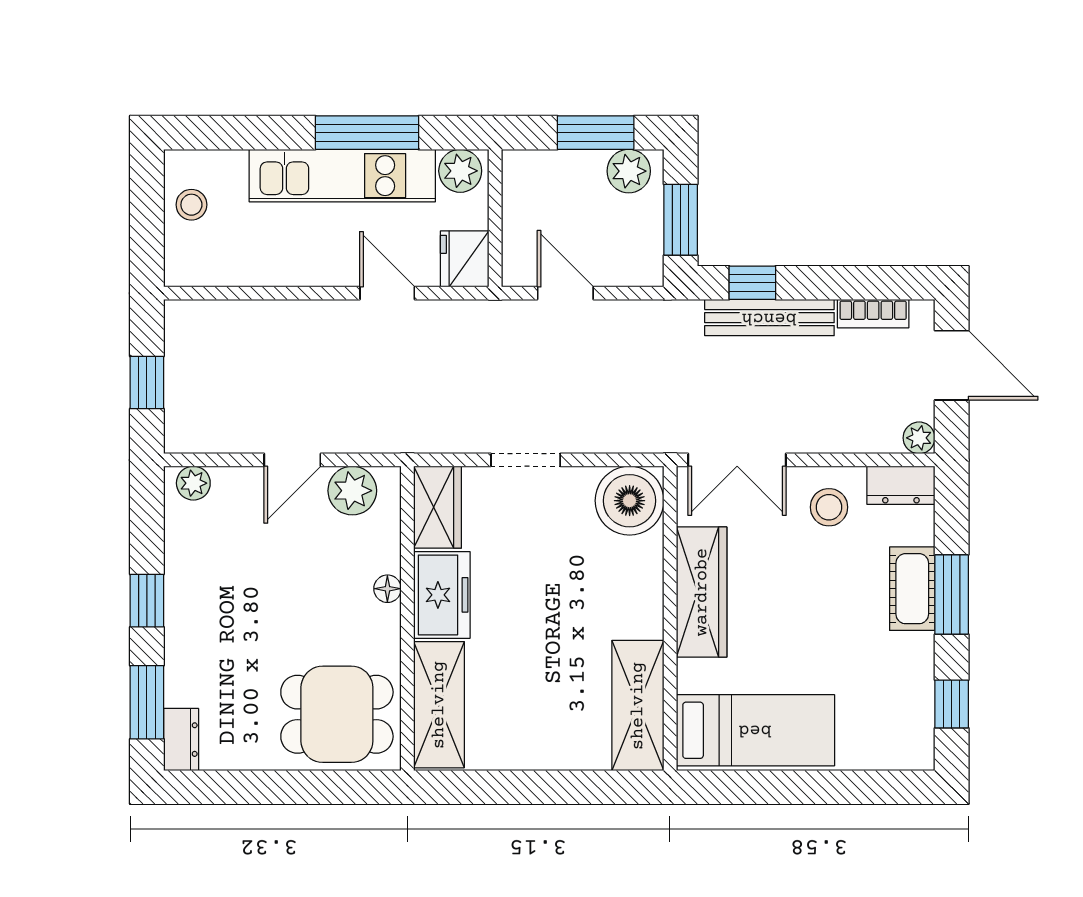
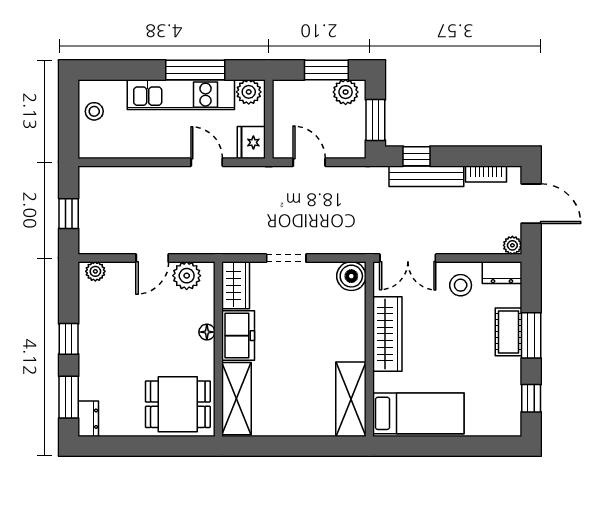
boiler: (630, 501) -> (351, 276), width x0.73, depth x0.73

